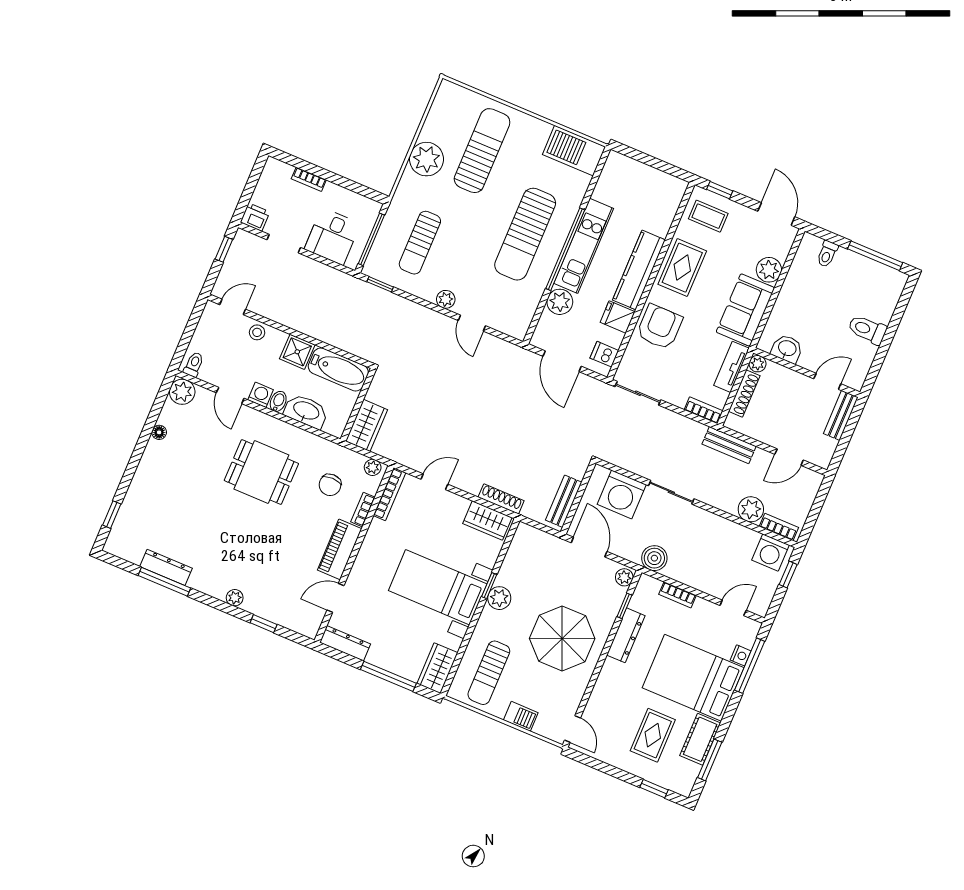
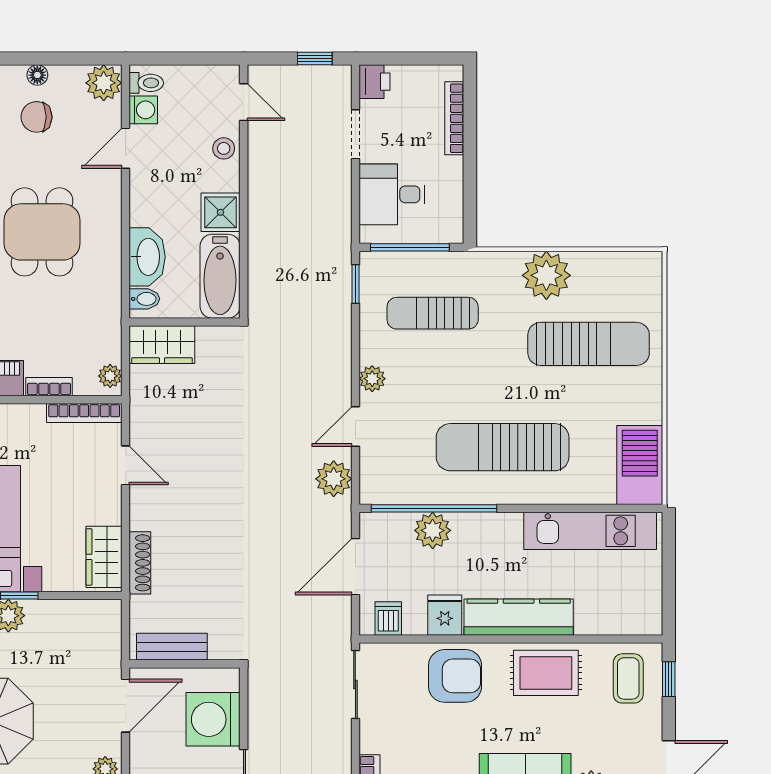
bookcase: (309, 179) -> (454, 118), width x1.56
kitchen unit: (584, 246) -> (590, 531), moved
window: (565, 249) -> (434, 508), moved
plant: (500, 351) -> (334, 479), added
washing machine: (261, 395) -> (143, 110), moved
bidet: (278, 401) -> (144, 299), moved
chair: (330, 485) -> (37, 117), moved

